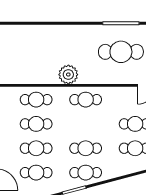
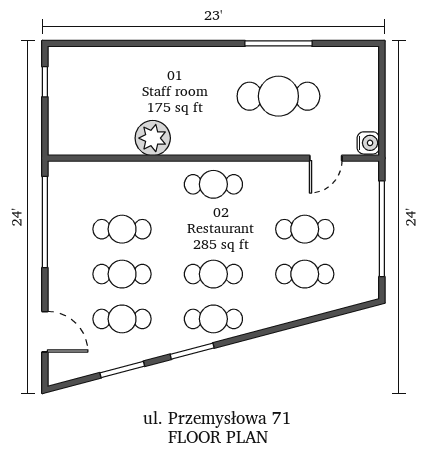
plant: (68, 75) -> (153, 138), moved
cafe table: (36, 100) -> (122, 184), removed

